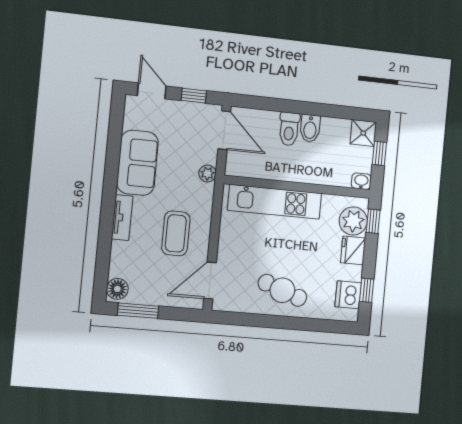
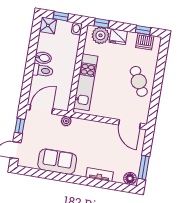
tv unit: (122, 218) -> (100, 175), moved
coffee table: (176, 233) -> (100, 142), removed
cafe table: (282, 290) -> (139, 81), turned -47

